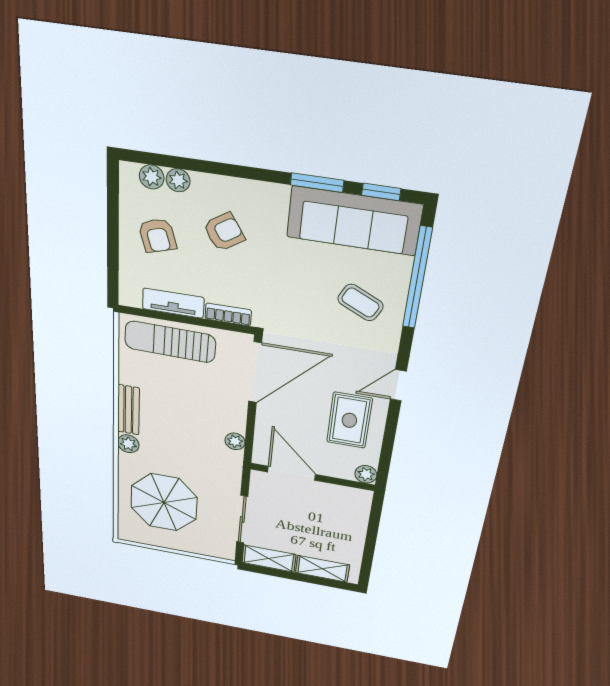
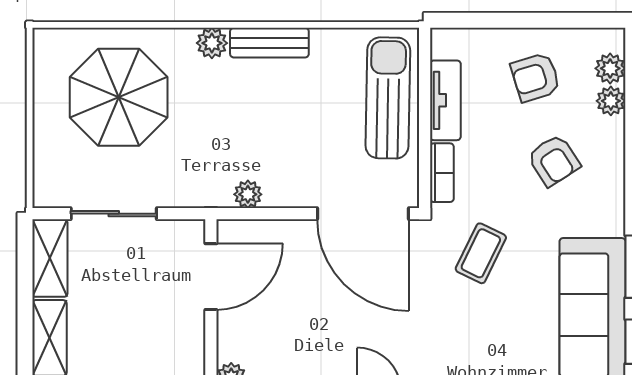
coffee table: (360, 303) -> (481, 253), moved
rug: (349, 420) -> (314, 345), removed

